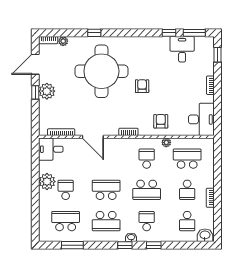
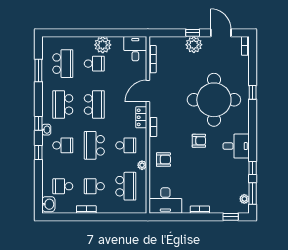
plant: (63, 41) -> (244, 199), moved
desk: (182, 49) -> (236, 146), moved
locker: (119, 143) -> (141, 117), added

